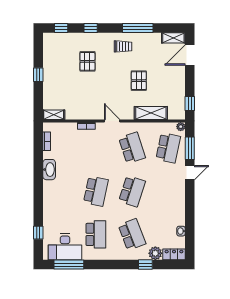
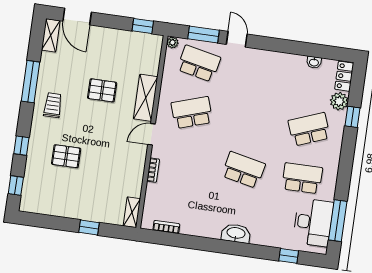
window: (38, 75) -> (89, 228), moved
shelving: (151, 113) -> (146, 98), moved
washbasin: (49, 170) -> (236, 233), moved
school desk: (132, 191) -> (250, 121), removed

